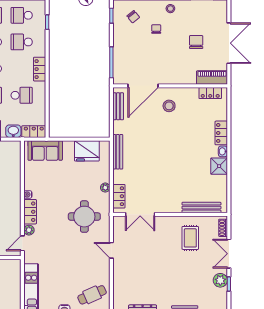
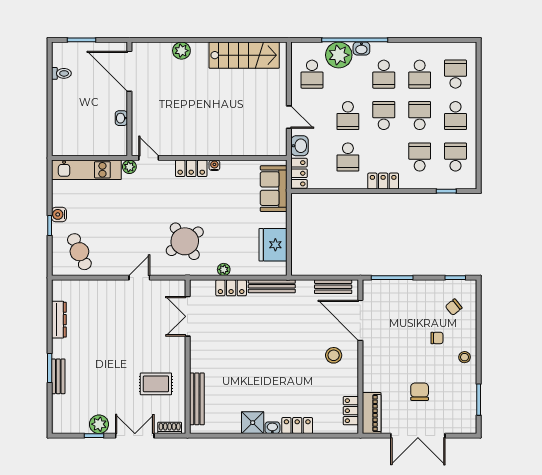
chair: (196, 42) -> (420, 392), turned -90
locker: (119, 196) -> (231, 288), moved
round table: (84, 217) -> (185, 241), turned -35
plant: (29, 230) -> (129, 167), moved

